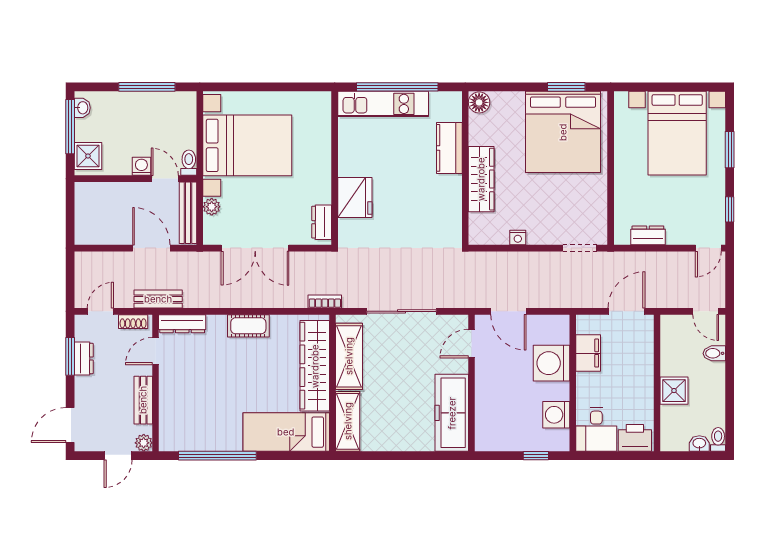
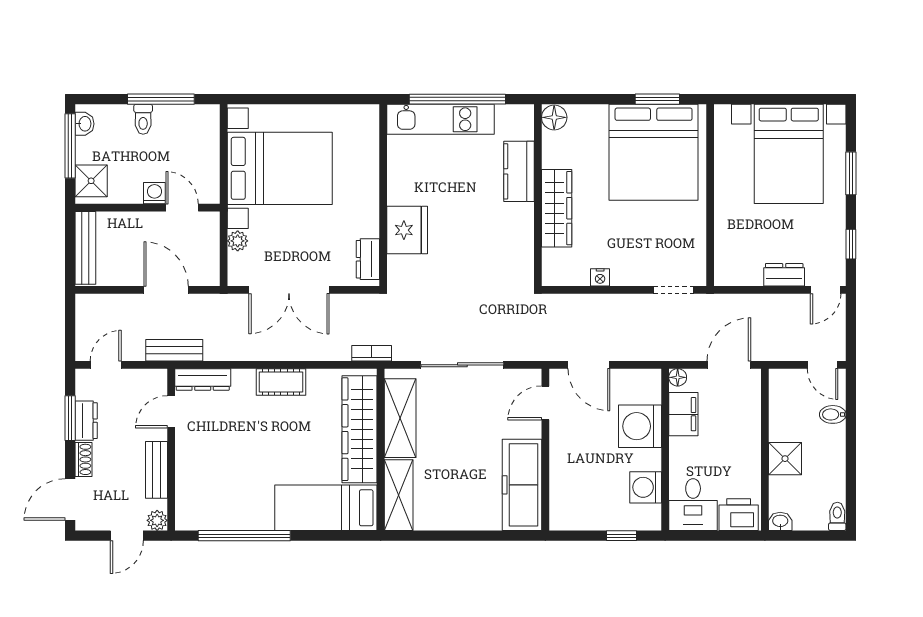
toilet: (189, 163) -> (143, 119), moved, turned 180
bench: (188, 213) -> (85, 248), moved
dresser: (648, 235) -> (784, 275), moved
shoe rack: (133, 322) -> (83, 459), moved, turned -90
floor lamp: (583, 322) -> (678, 377), added
washbasin: (699, 444) -> (780, 521), moved

